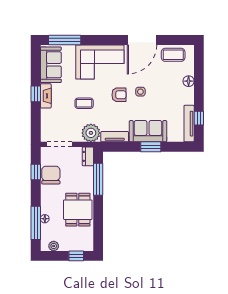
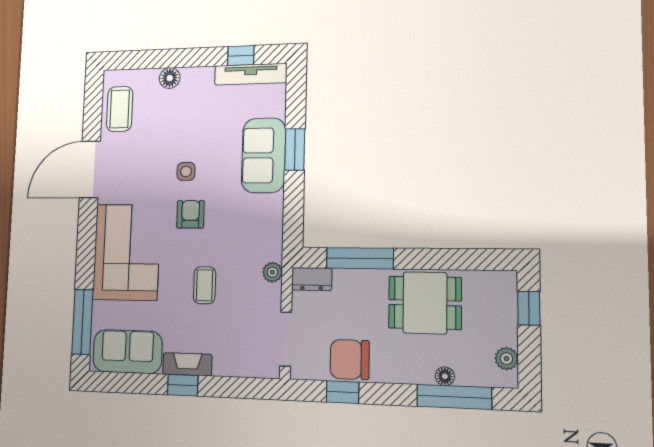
door: (142, 40) -> (90, 169), swing flipped
plant: (91, 133) -> (272, 272), width x0.53, depth x0.53
tv unit: (115, 137) -> (273, 223), removed

